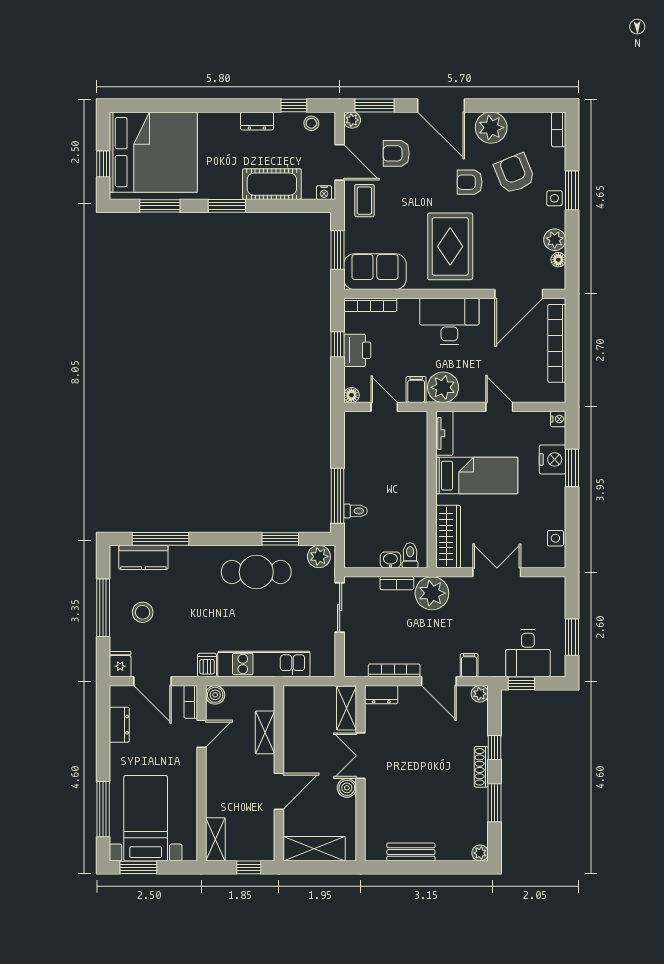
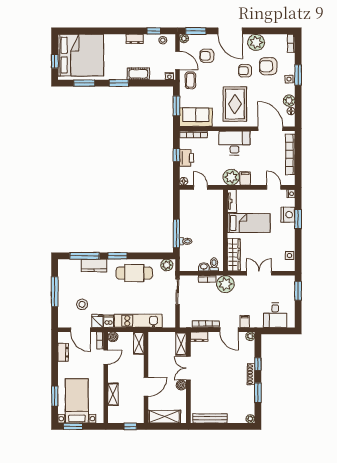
armchair: (514, 174) -> (268, 66), turned -68
cot: (272, 184) -> (138, 74), width x0.73, depth x0.75
door: (519, 294) -> (270, 129), swing flipped
filing cabinet: (416, 390) -> (245, 178), moved
door: (499, 407) -> (274, 187), moved
window: (280, 539) -> (118, 256), moved
kitchen counter: (143, 557) -> (94, 265), moved
stool: (143, 612) -> (82, 304), moved
window: (572, 637) -> (298, 291), moved
fridge: (120, 664) -> (97, 321), moved
window: (521, 683) -> (272, 331), removed
shelving: (265, 732) -> (139, 343), moved
window: (103, 809) -> (55, 396), width x0.69
shelving: (215, 839) -> (113, 394), moved
bench: (411, 852) -> (210, 418), width x1.36

